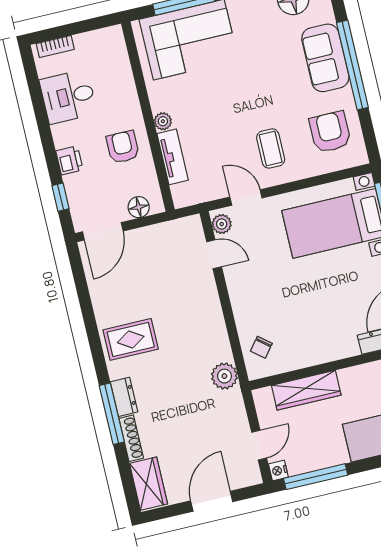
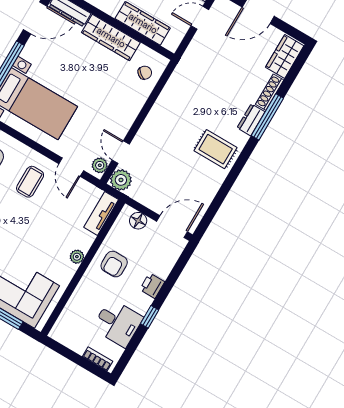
tv unit: (173, 157) -> (101, 213), moved
window: (60, 197) -> (150, 317), moved
wardrobe: (323, 350) -> (111, 37), added
plant: (224, 376) -> (121, 180), moved

